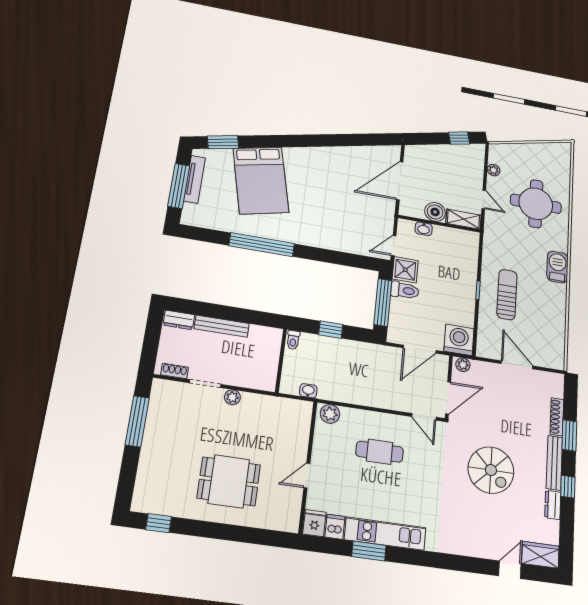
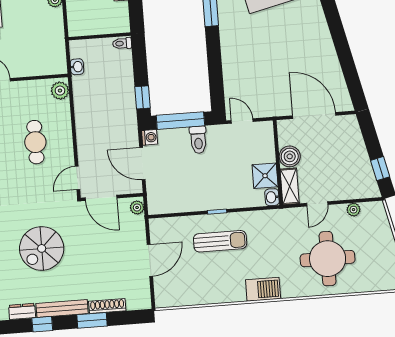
washbasin: (424, 229) -> (272, 197), moved
shower: (405, 270) -> (265, 176), moved
window: (331, 330) -> (143, 97), moved
washing machine: (459, 340) -> (150, 137), moved, width x0.53, depth x0.53

